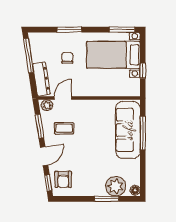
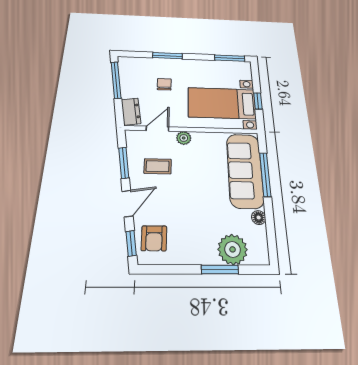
bed with nightstands: (113, 55) -> (222, 103), moved
dresser: (41, 79) -> (131, 112), width x0.70
plant: (47, 105) -> (184, 138), moved
floor lamp: (135, 190) -> (259, 218), moved

